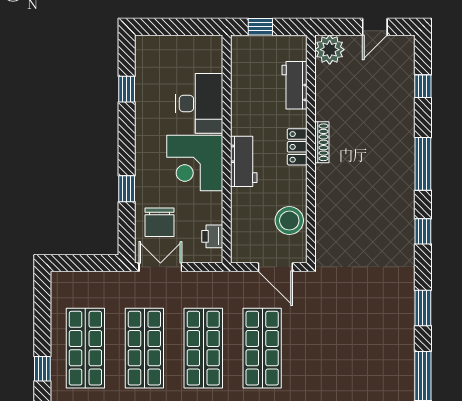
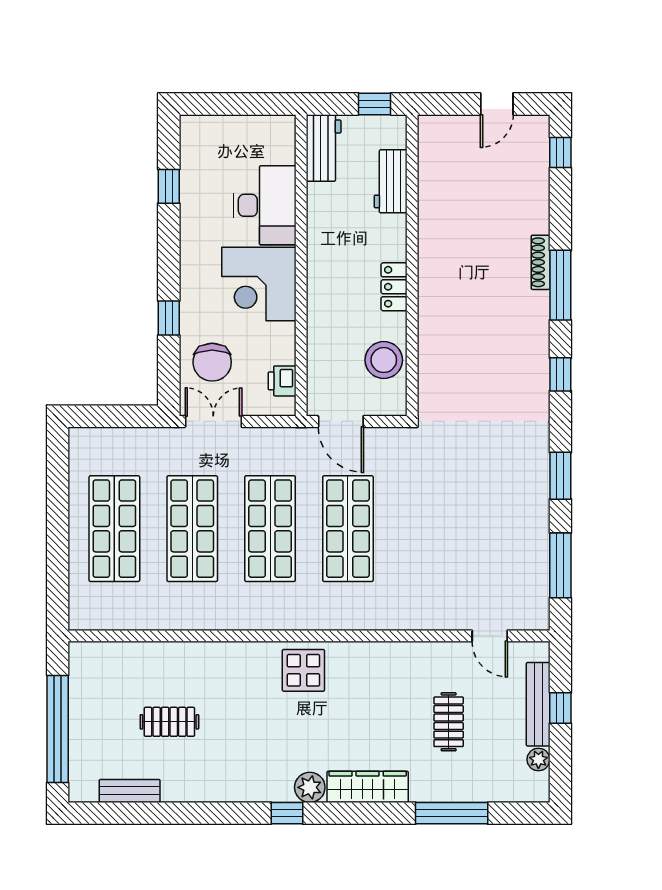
window: (260, 27) -> (374, 104), moved
plant: (330, 50) -> (437, 134), removed
window: (423, 86) -> (560, 153), moved
shoe rack: (322, 142) -> (541, 262), moved, turned 180
locker: (297, 147) -> (394, 287), moved
workbench: (244, 161) -> (324, 148), moved
door: (275, 267) -> (341, 421), moved
window: (42, 369) -> (58, 556), removed

